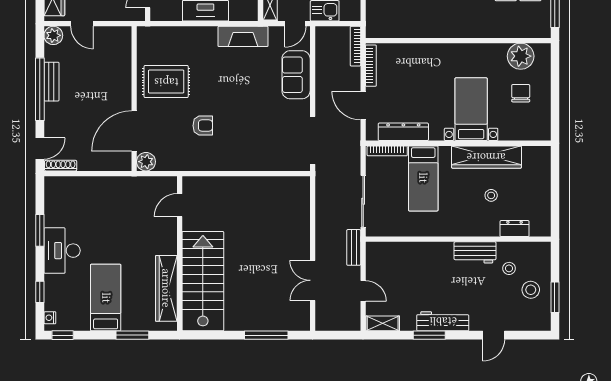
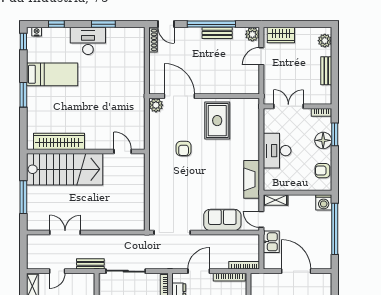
door: (180, 205) -> (123, 151), moved
wall: (180, 254) -> (86, 151), moved
stairs: (203, 281) -> (65, 169), moved
wardrobe: (166, 288) -> (59, 141), moved

